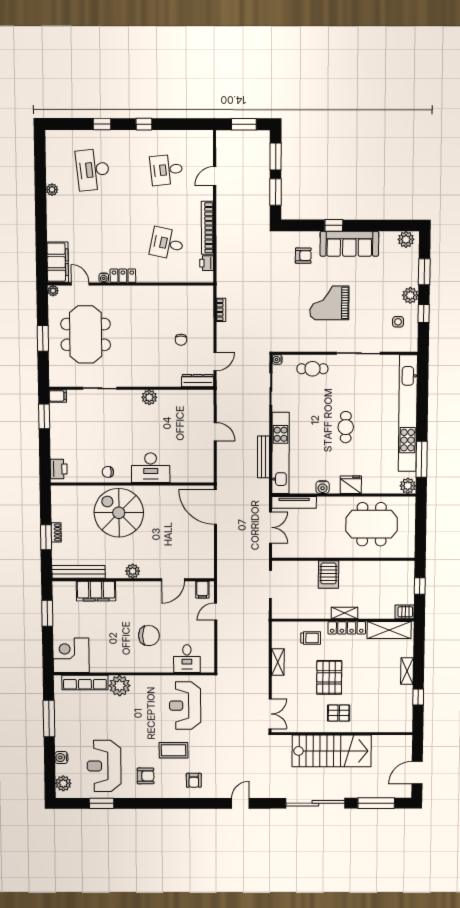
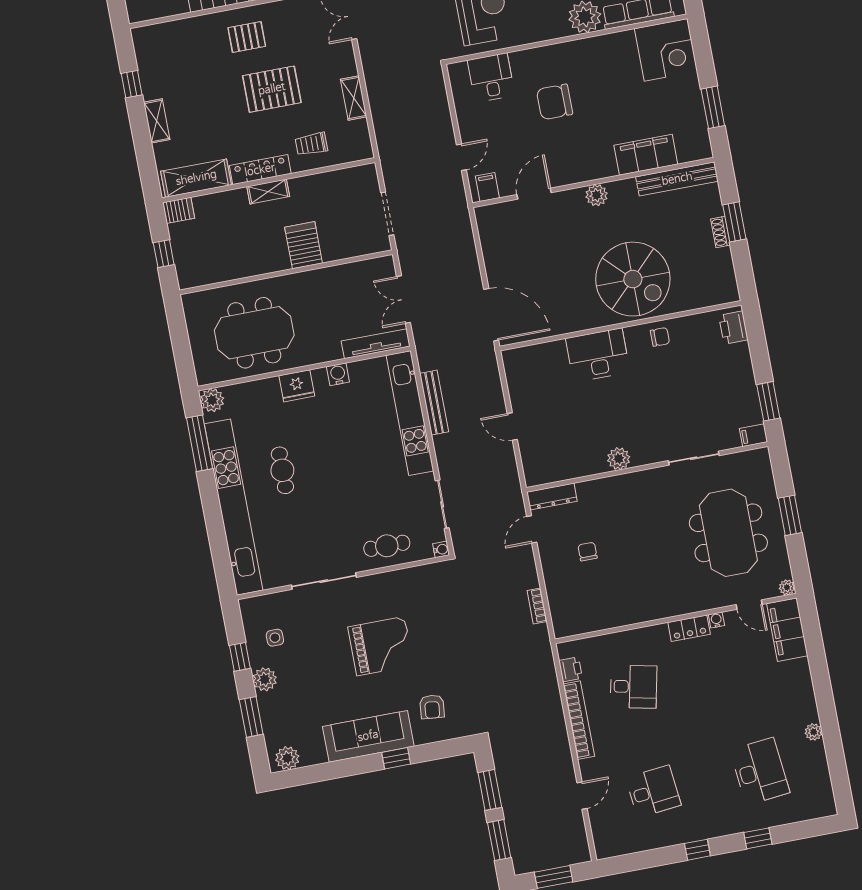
armchair: (303, 256) -> (432, 707), turned -84
cafe table: (346, 427) -> (282, 470), moved
pallet: (329, 677) -> (272, 89), turned 90

